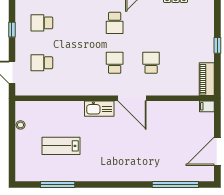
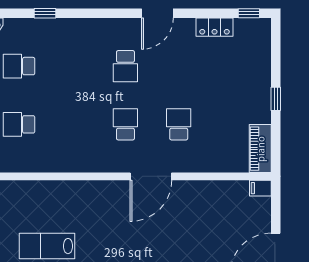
door: (132, 98) -> (151, 176), hinge flipped
kitchen sink: (99, 109) -> (103, 191), removed

